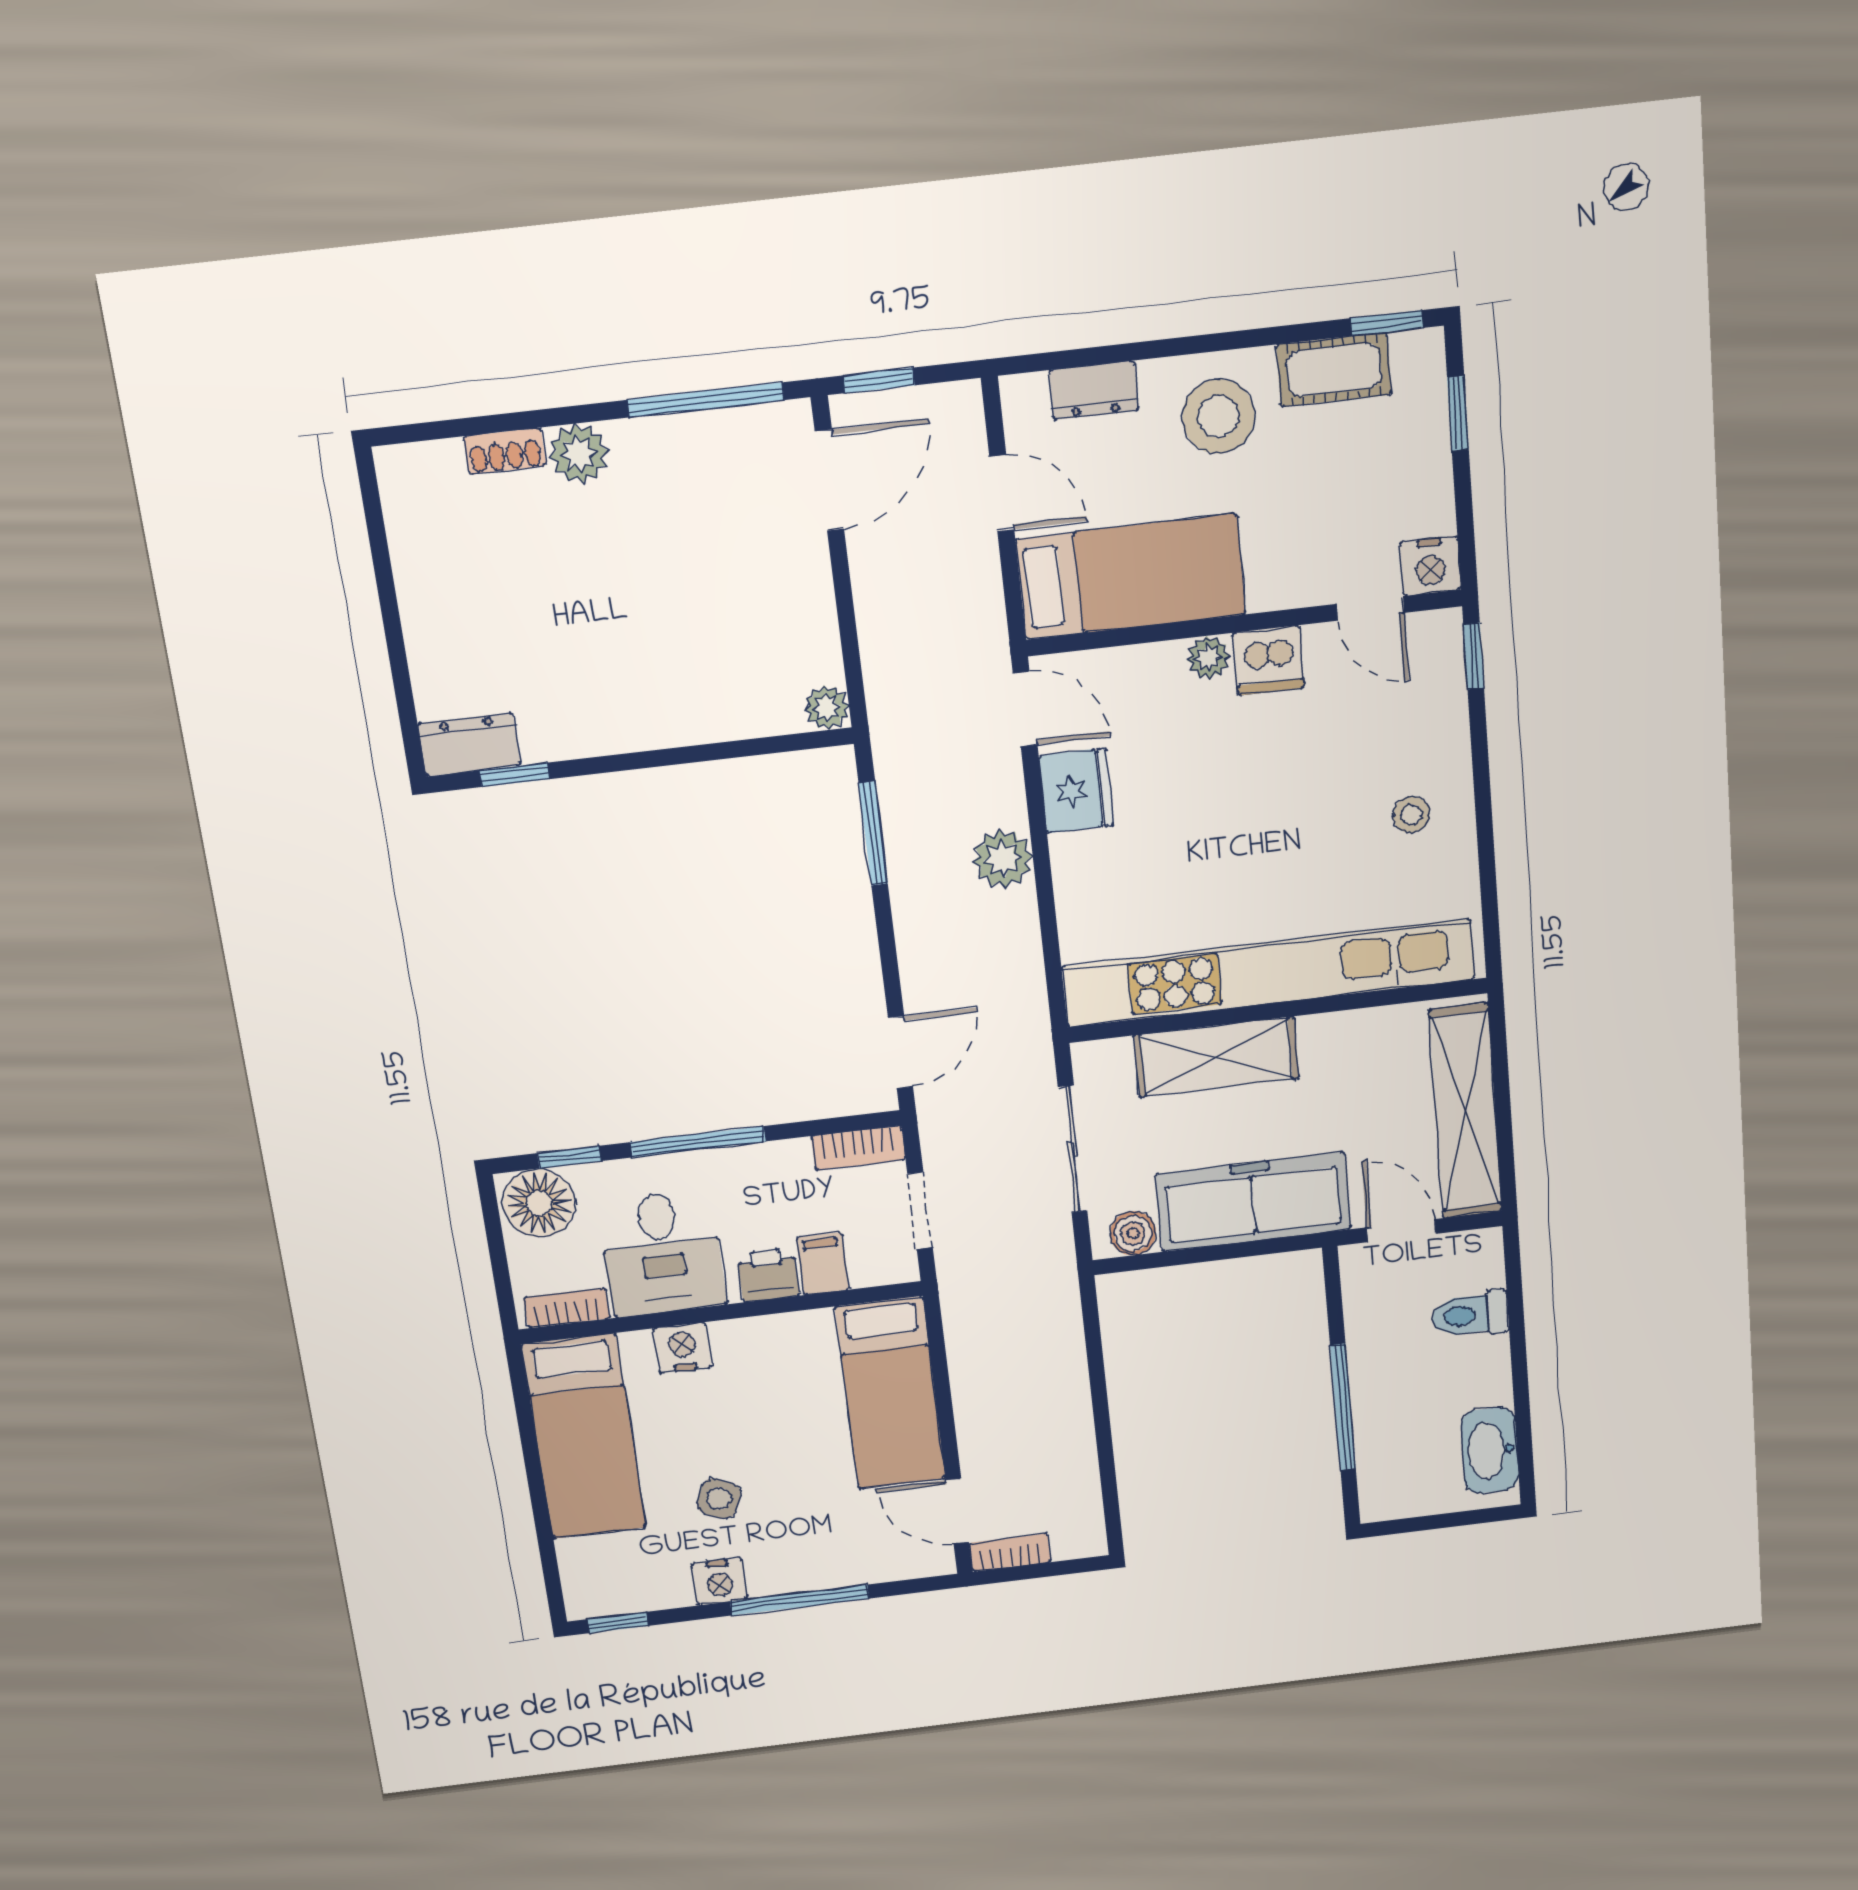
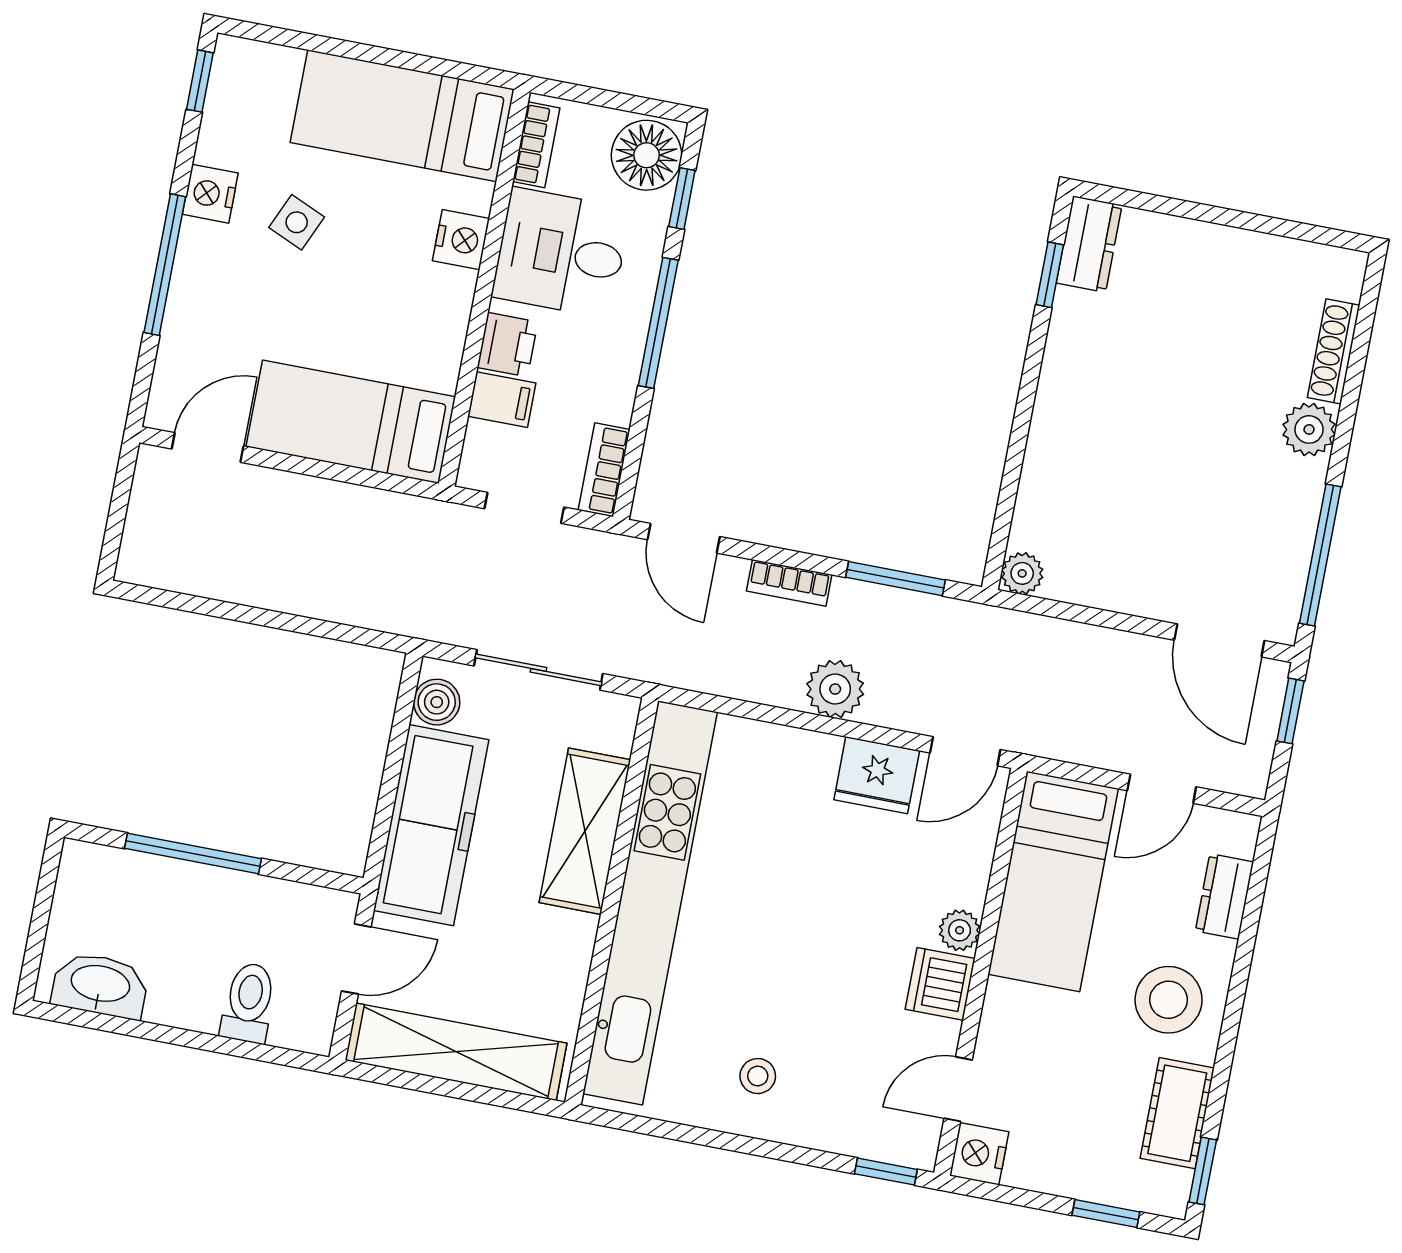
shoe rack: (505, 451) -> (1334, 351), width x1.43
bookcase: (1010, 1552) -> (789, 583), moved, turned 90

